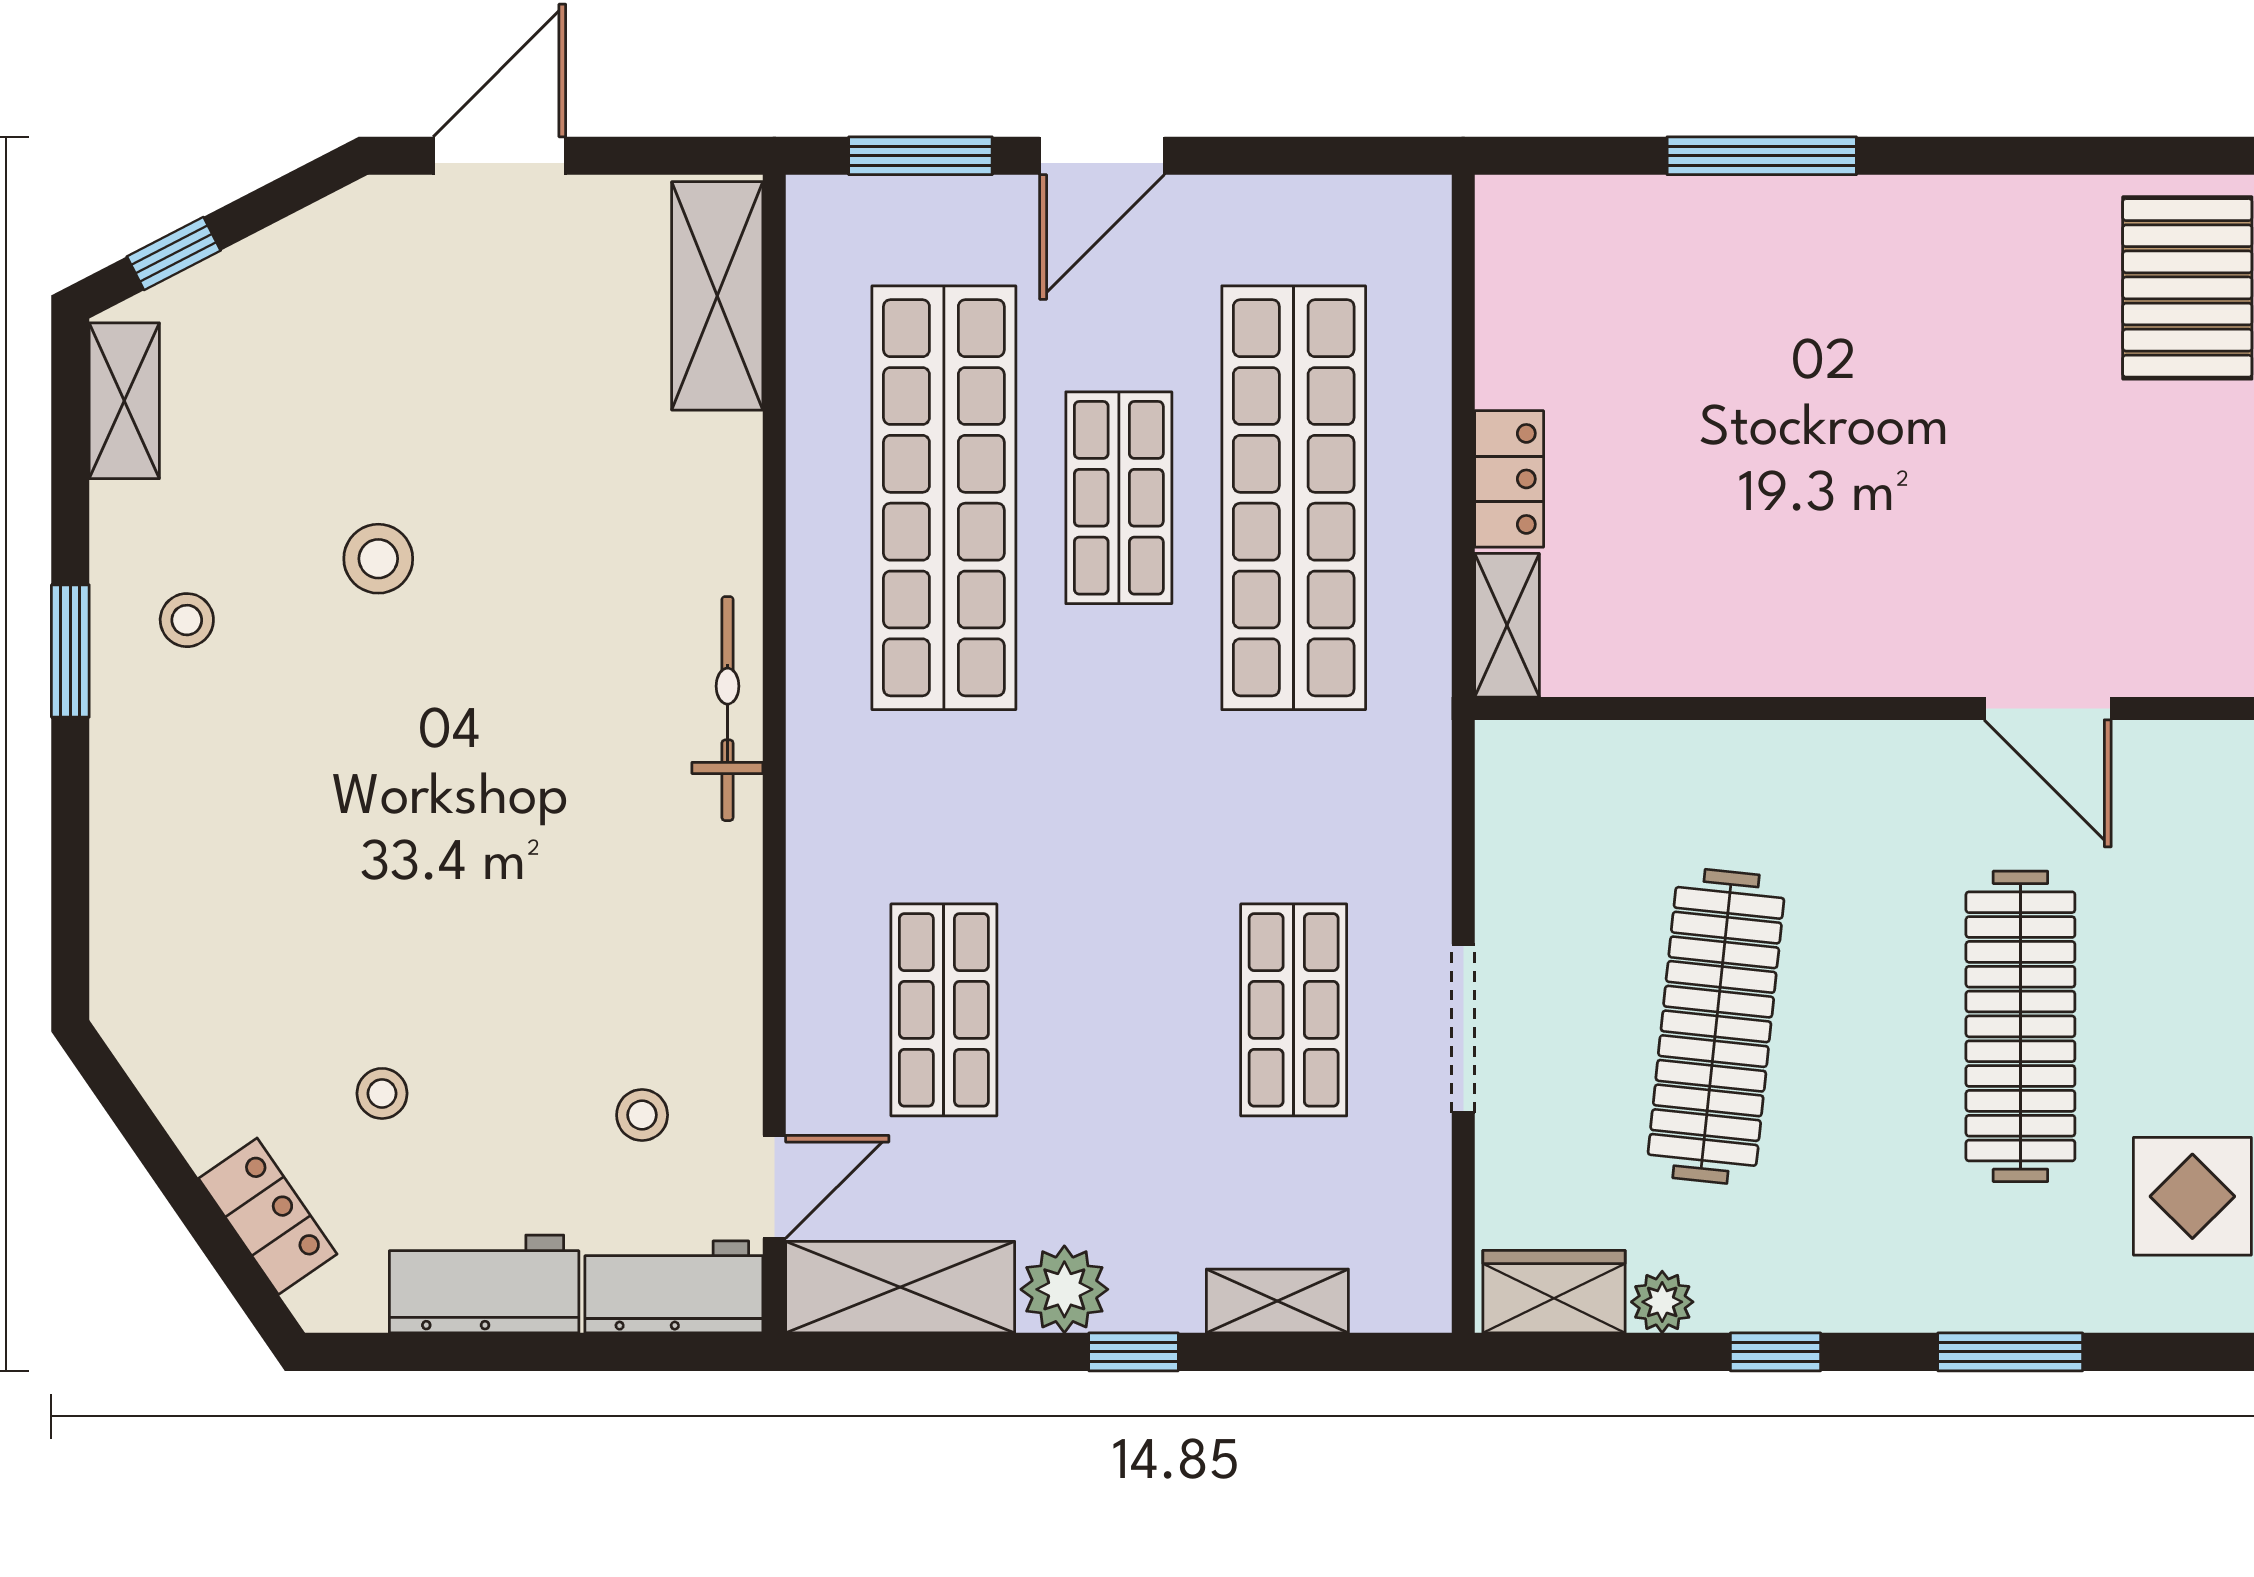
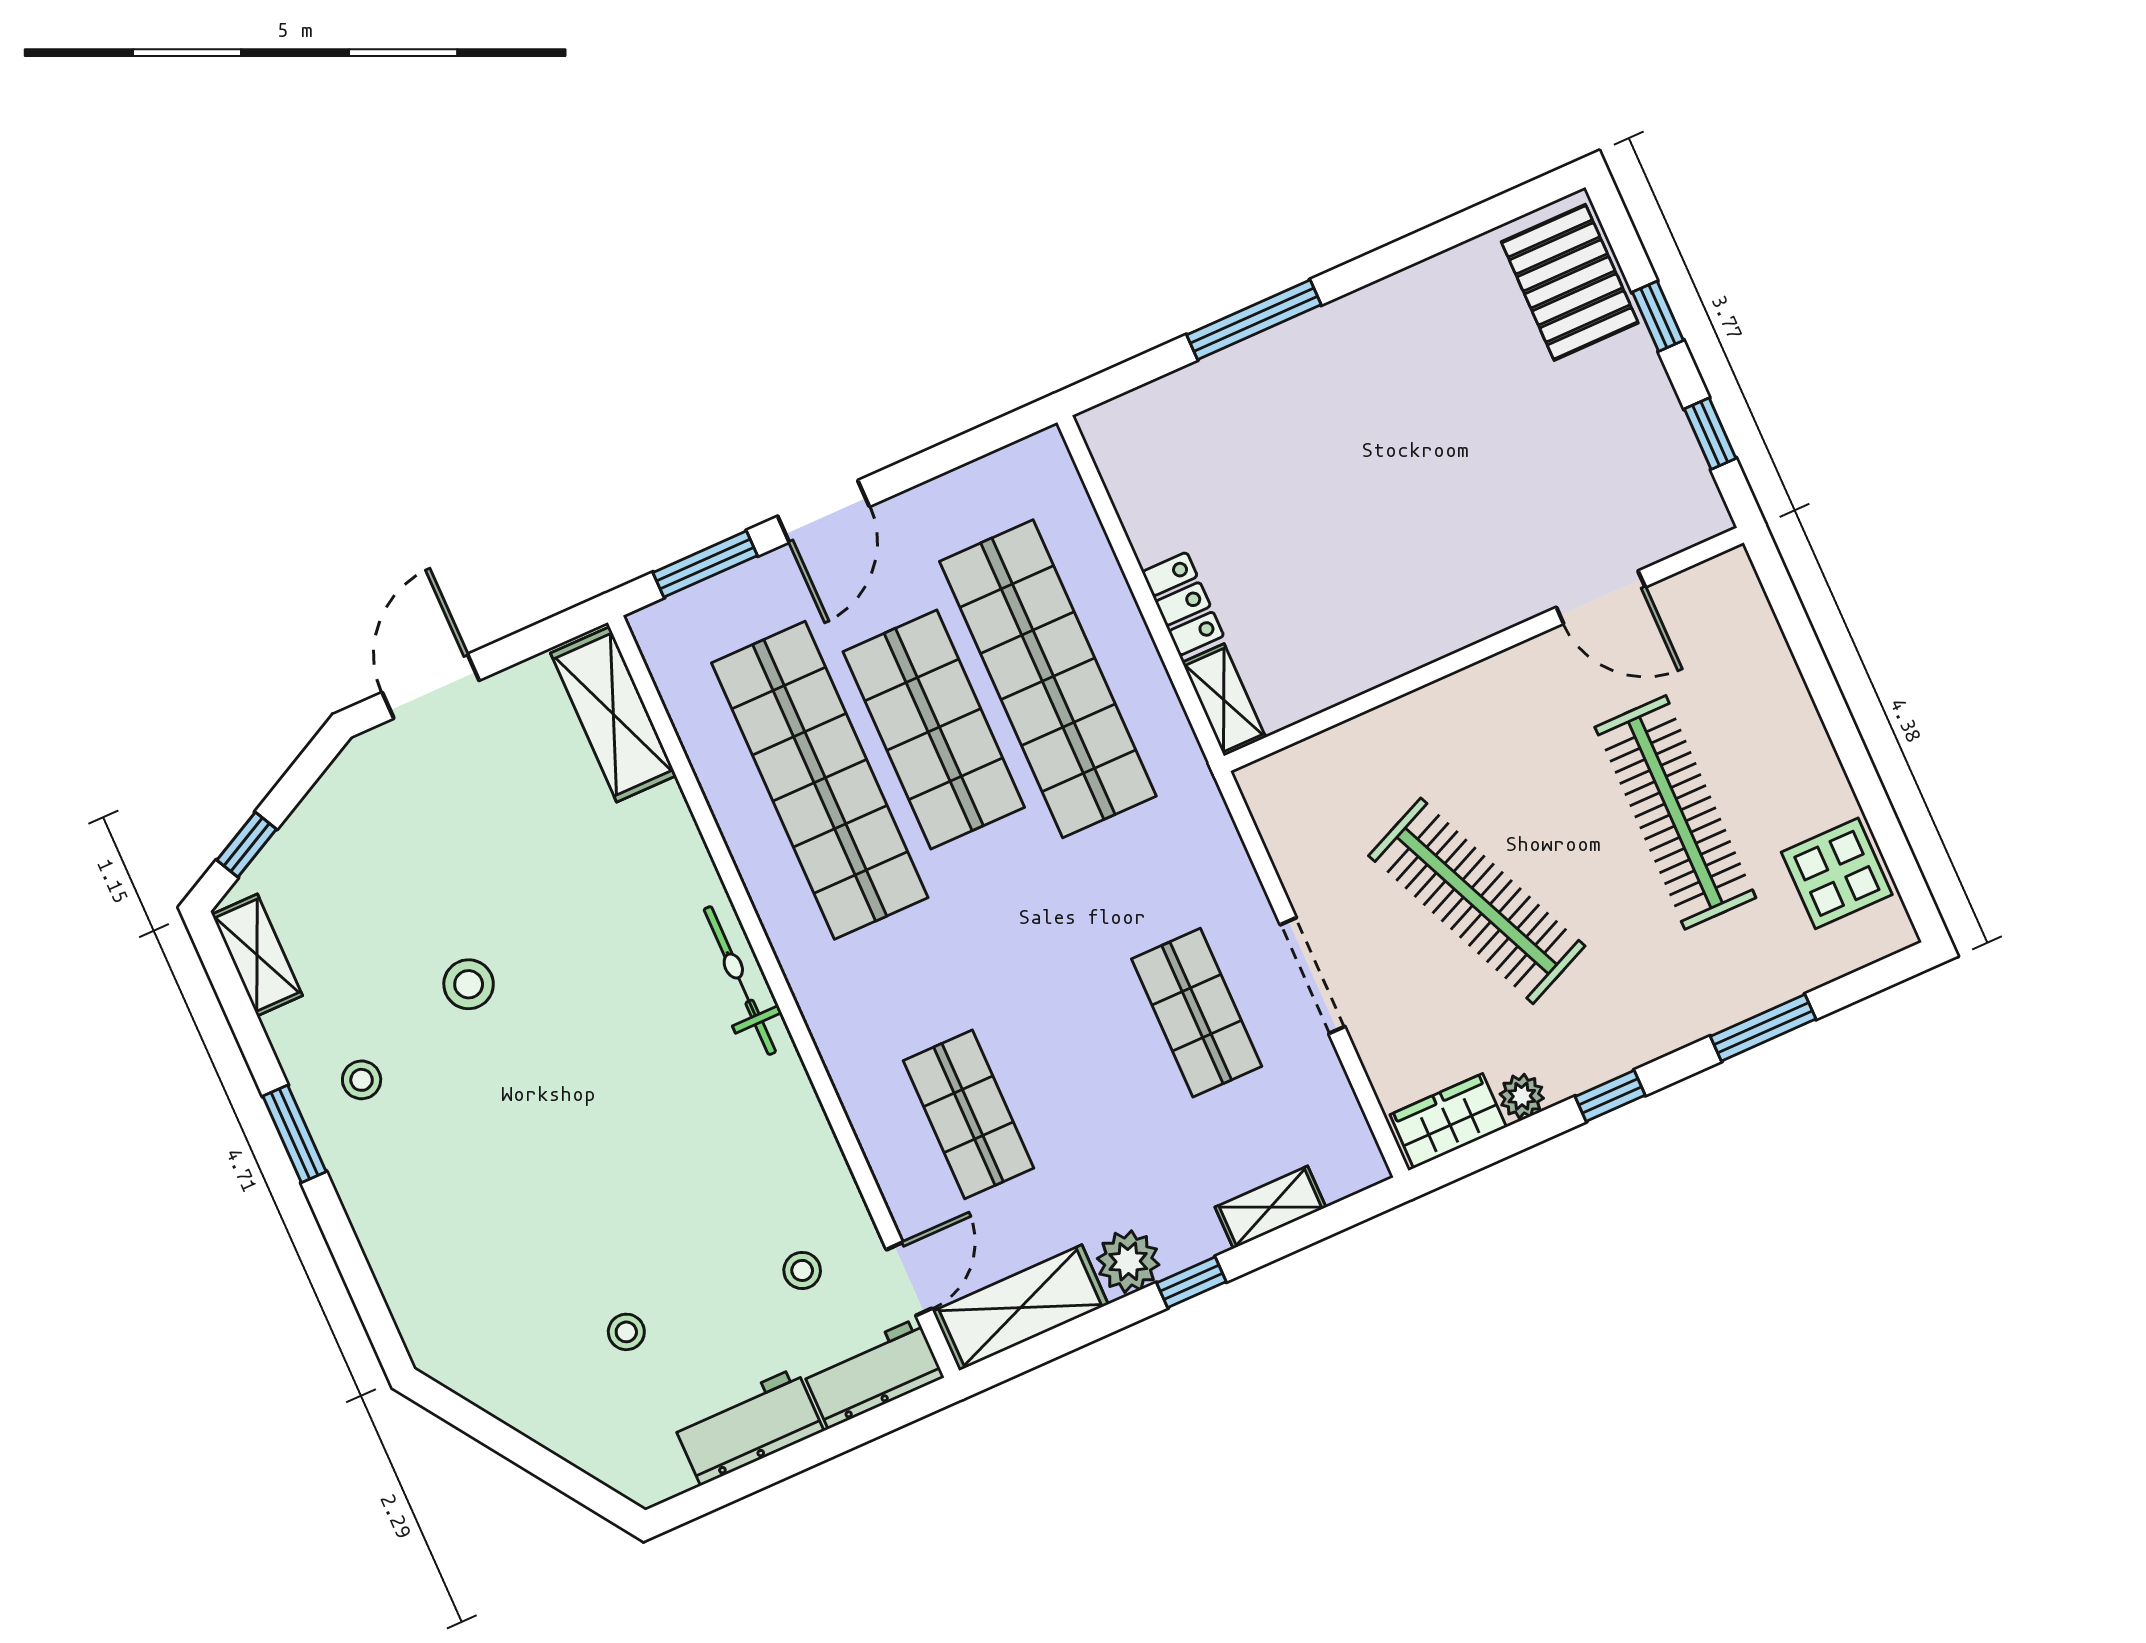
shop shelf: (1119, 498) -> (934, 729), width x1.43, depth x1.36
clothes rail: (1716, 1026) -> (1477, 901), turned -30
locker: (268, 1216) -> (587, 1445), removed

